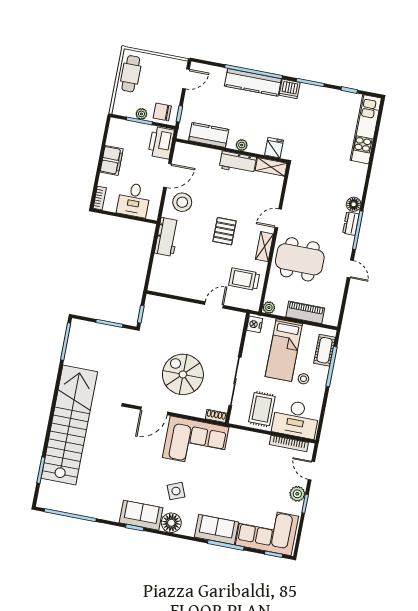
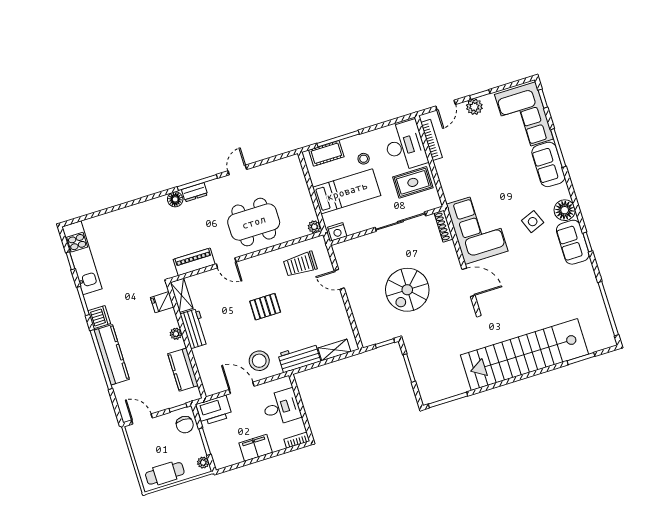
plant: (141, 114) -> (203, 463), moved
kitchen unit: (366, 129) -> (82, 258), moved, turned -90
shelving: (264, 247) -> (334, 350), moved
dining table: (300, 259) -> (254, 222), turned 90
trolley: (244, 279) -> (300, 264), turned 90
piano: (305, 312) -> (194, 262), moved, turned 90
spiral stairs: (183, 374) -> (407, 290), moved
shoe rack: (216, 416) -> (444, 226), width x1.43

